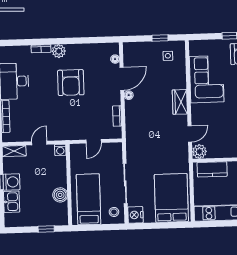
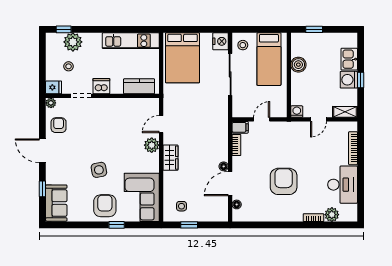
plant: (59, 51) -> (332, 215), moved
corner sofa: (207, 79) -> (142, 197), moved
filing cabinet: (114, 133) -> (240, 127), added
plant: (199, 152) -> (152, 145), moved

